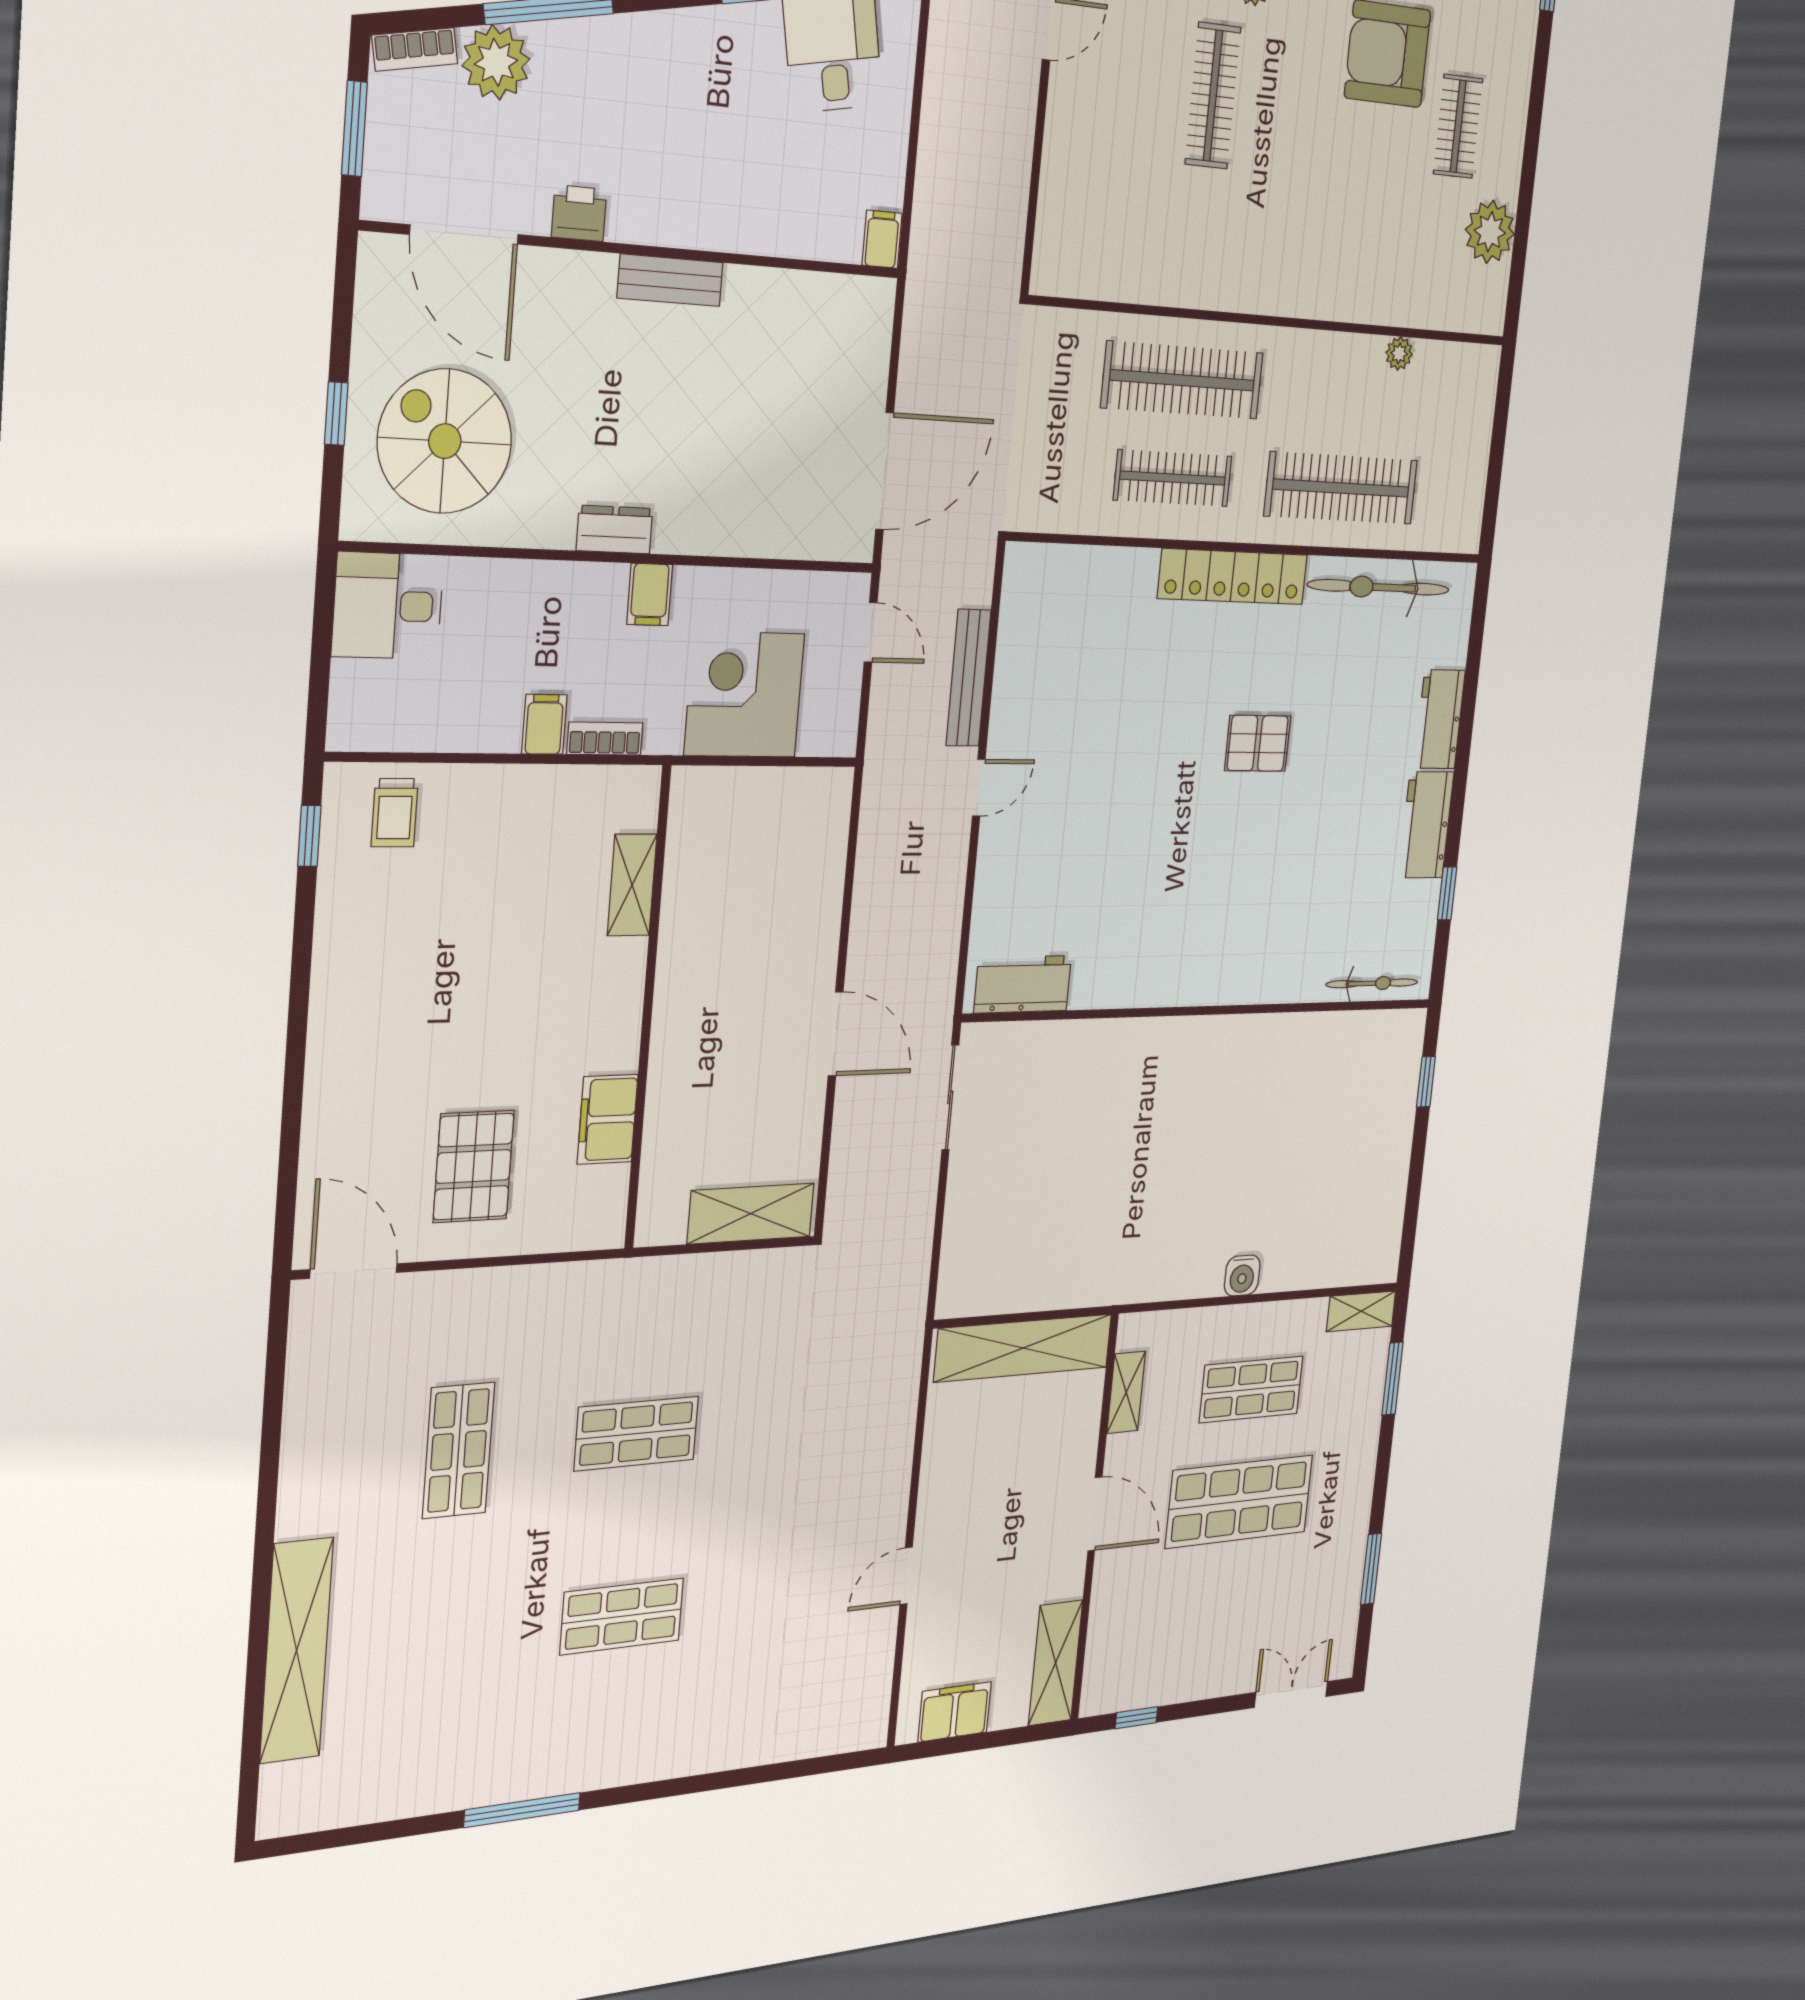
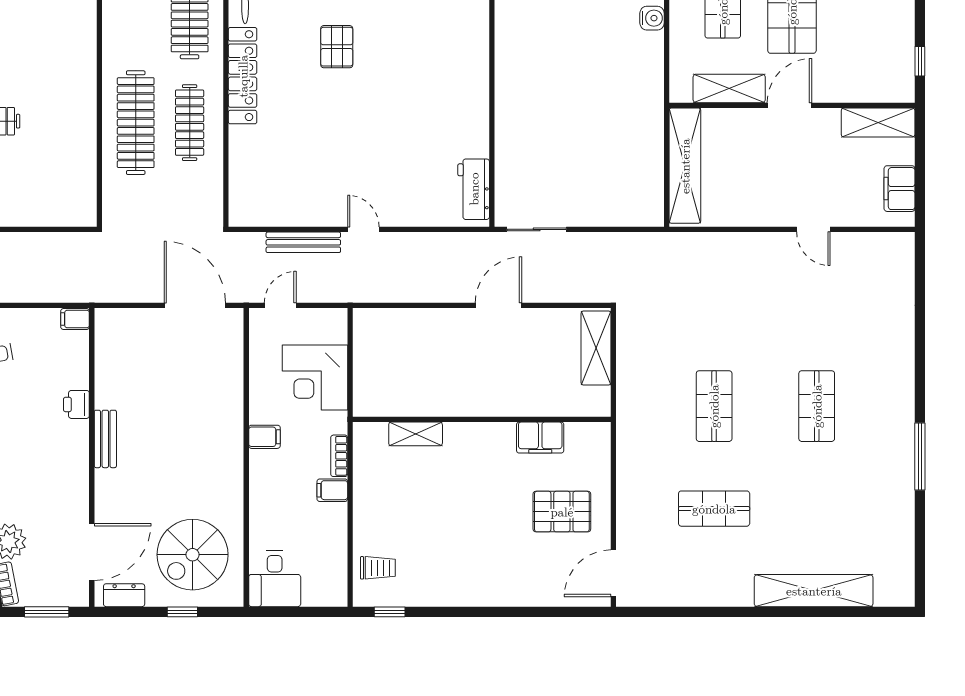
printer: (579, 213) -> (76, 404), moved
dresser: (615, 530) -> (124, 595), moved, turned 90
shelving: (1126, 1392) -> (729, 88), width x1.50, depth x1.33

